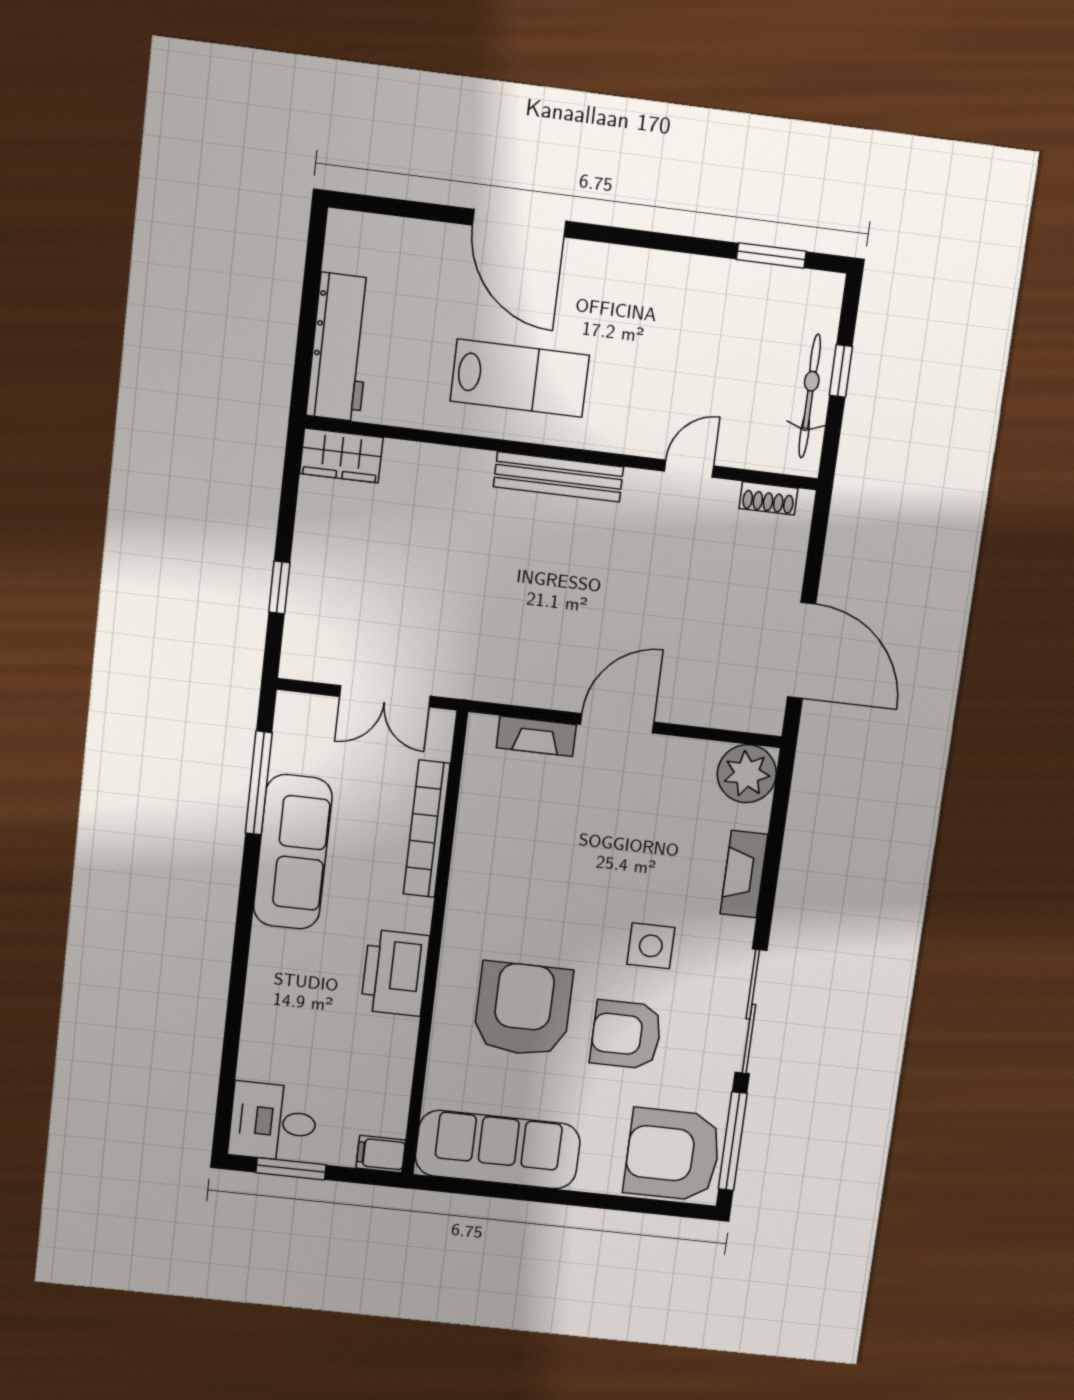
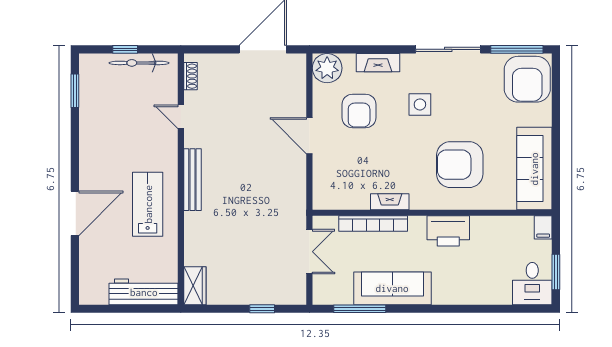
fireplace: (536, 736) -> (390, 202), moved, turned -90
armchair: (626, 1035) -> (359, 111), moved

